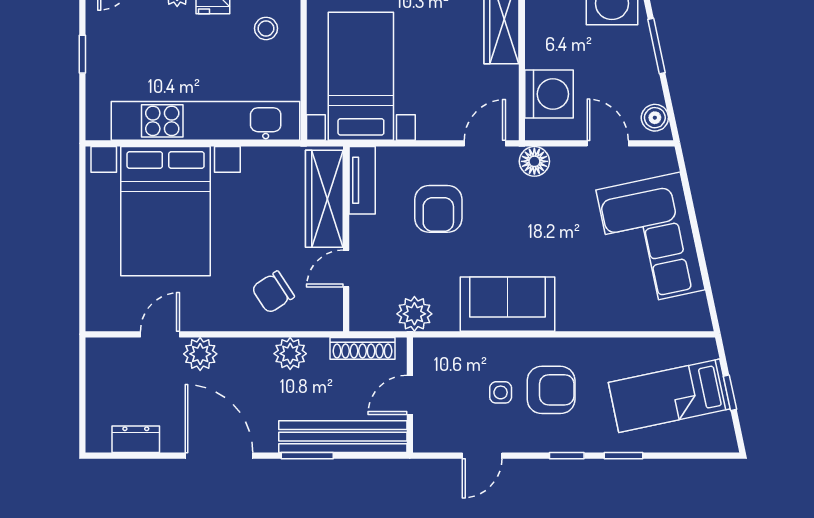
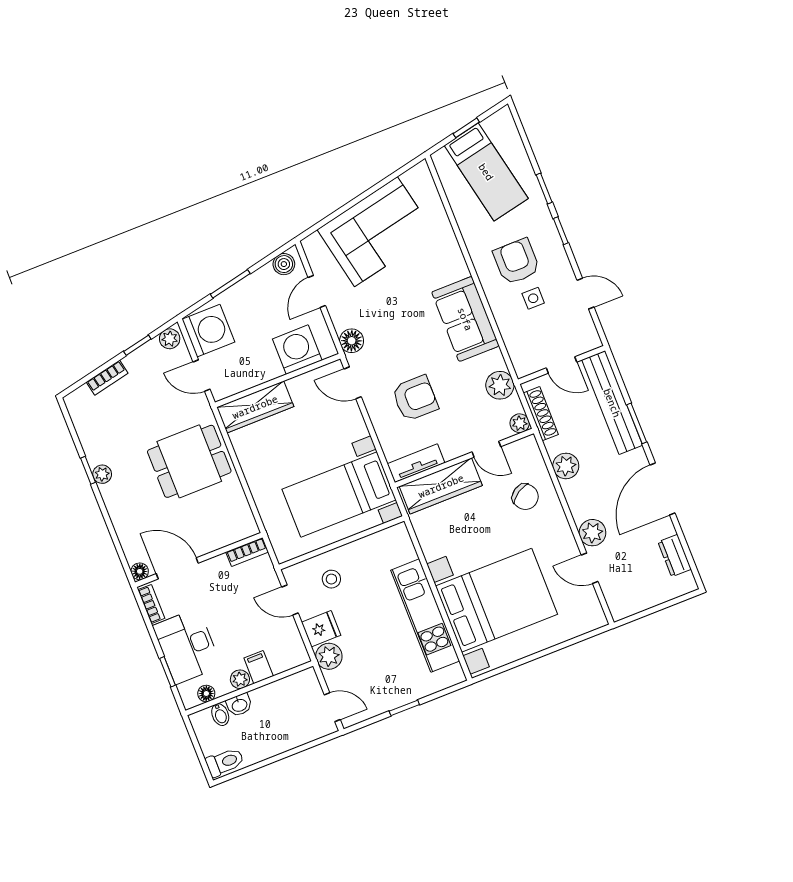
kitchen unit: (205, 121) -> (425, 616), width x0.73
plant: (361, 319) -> (520, 423), added

